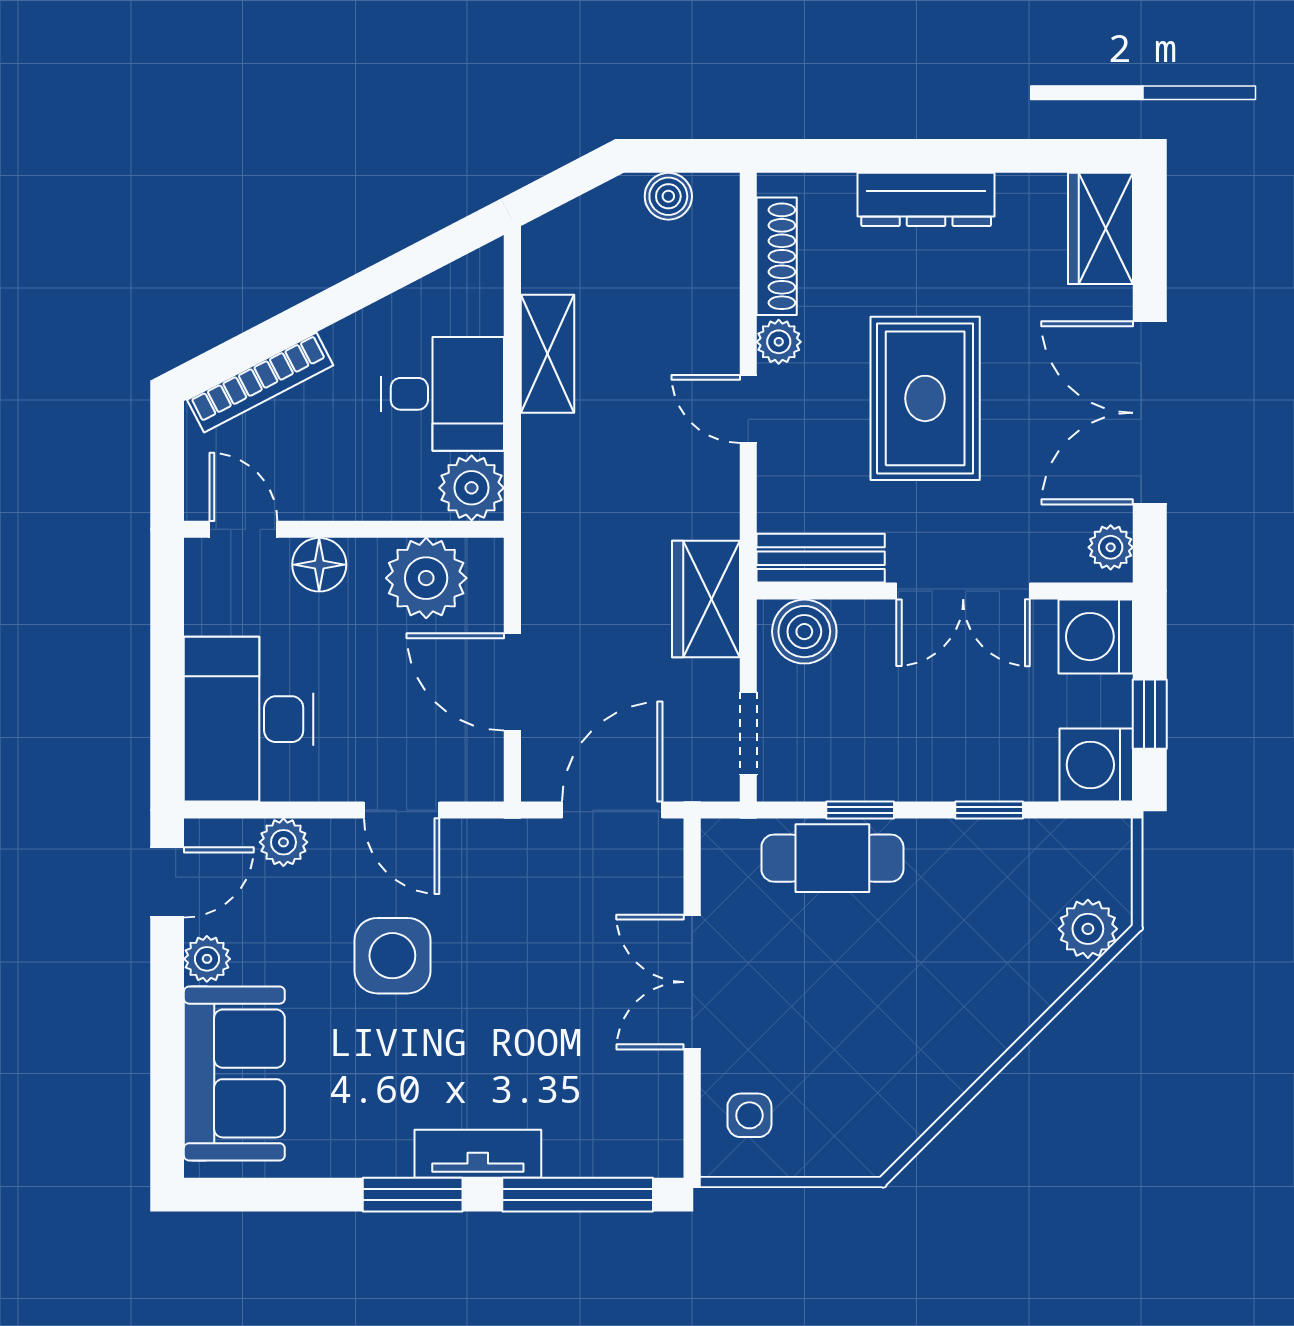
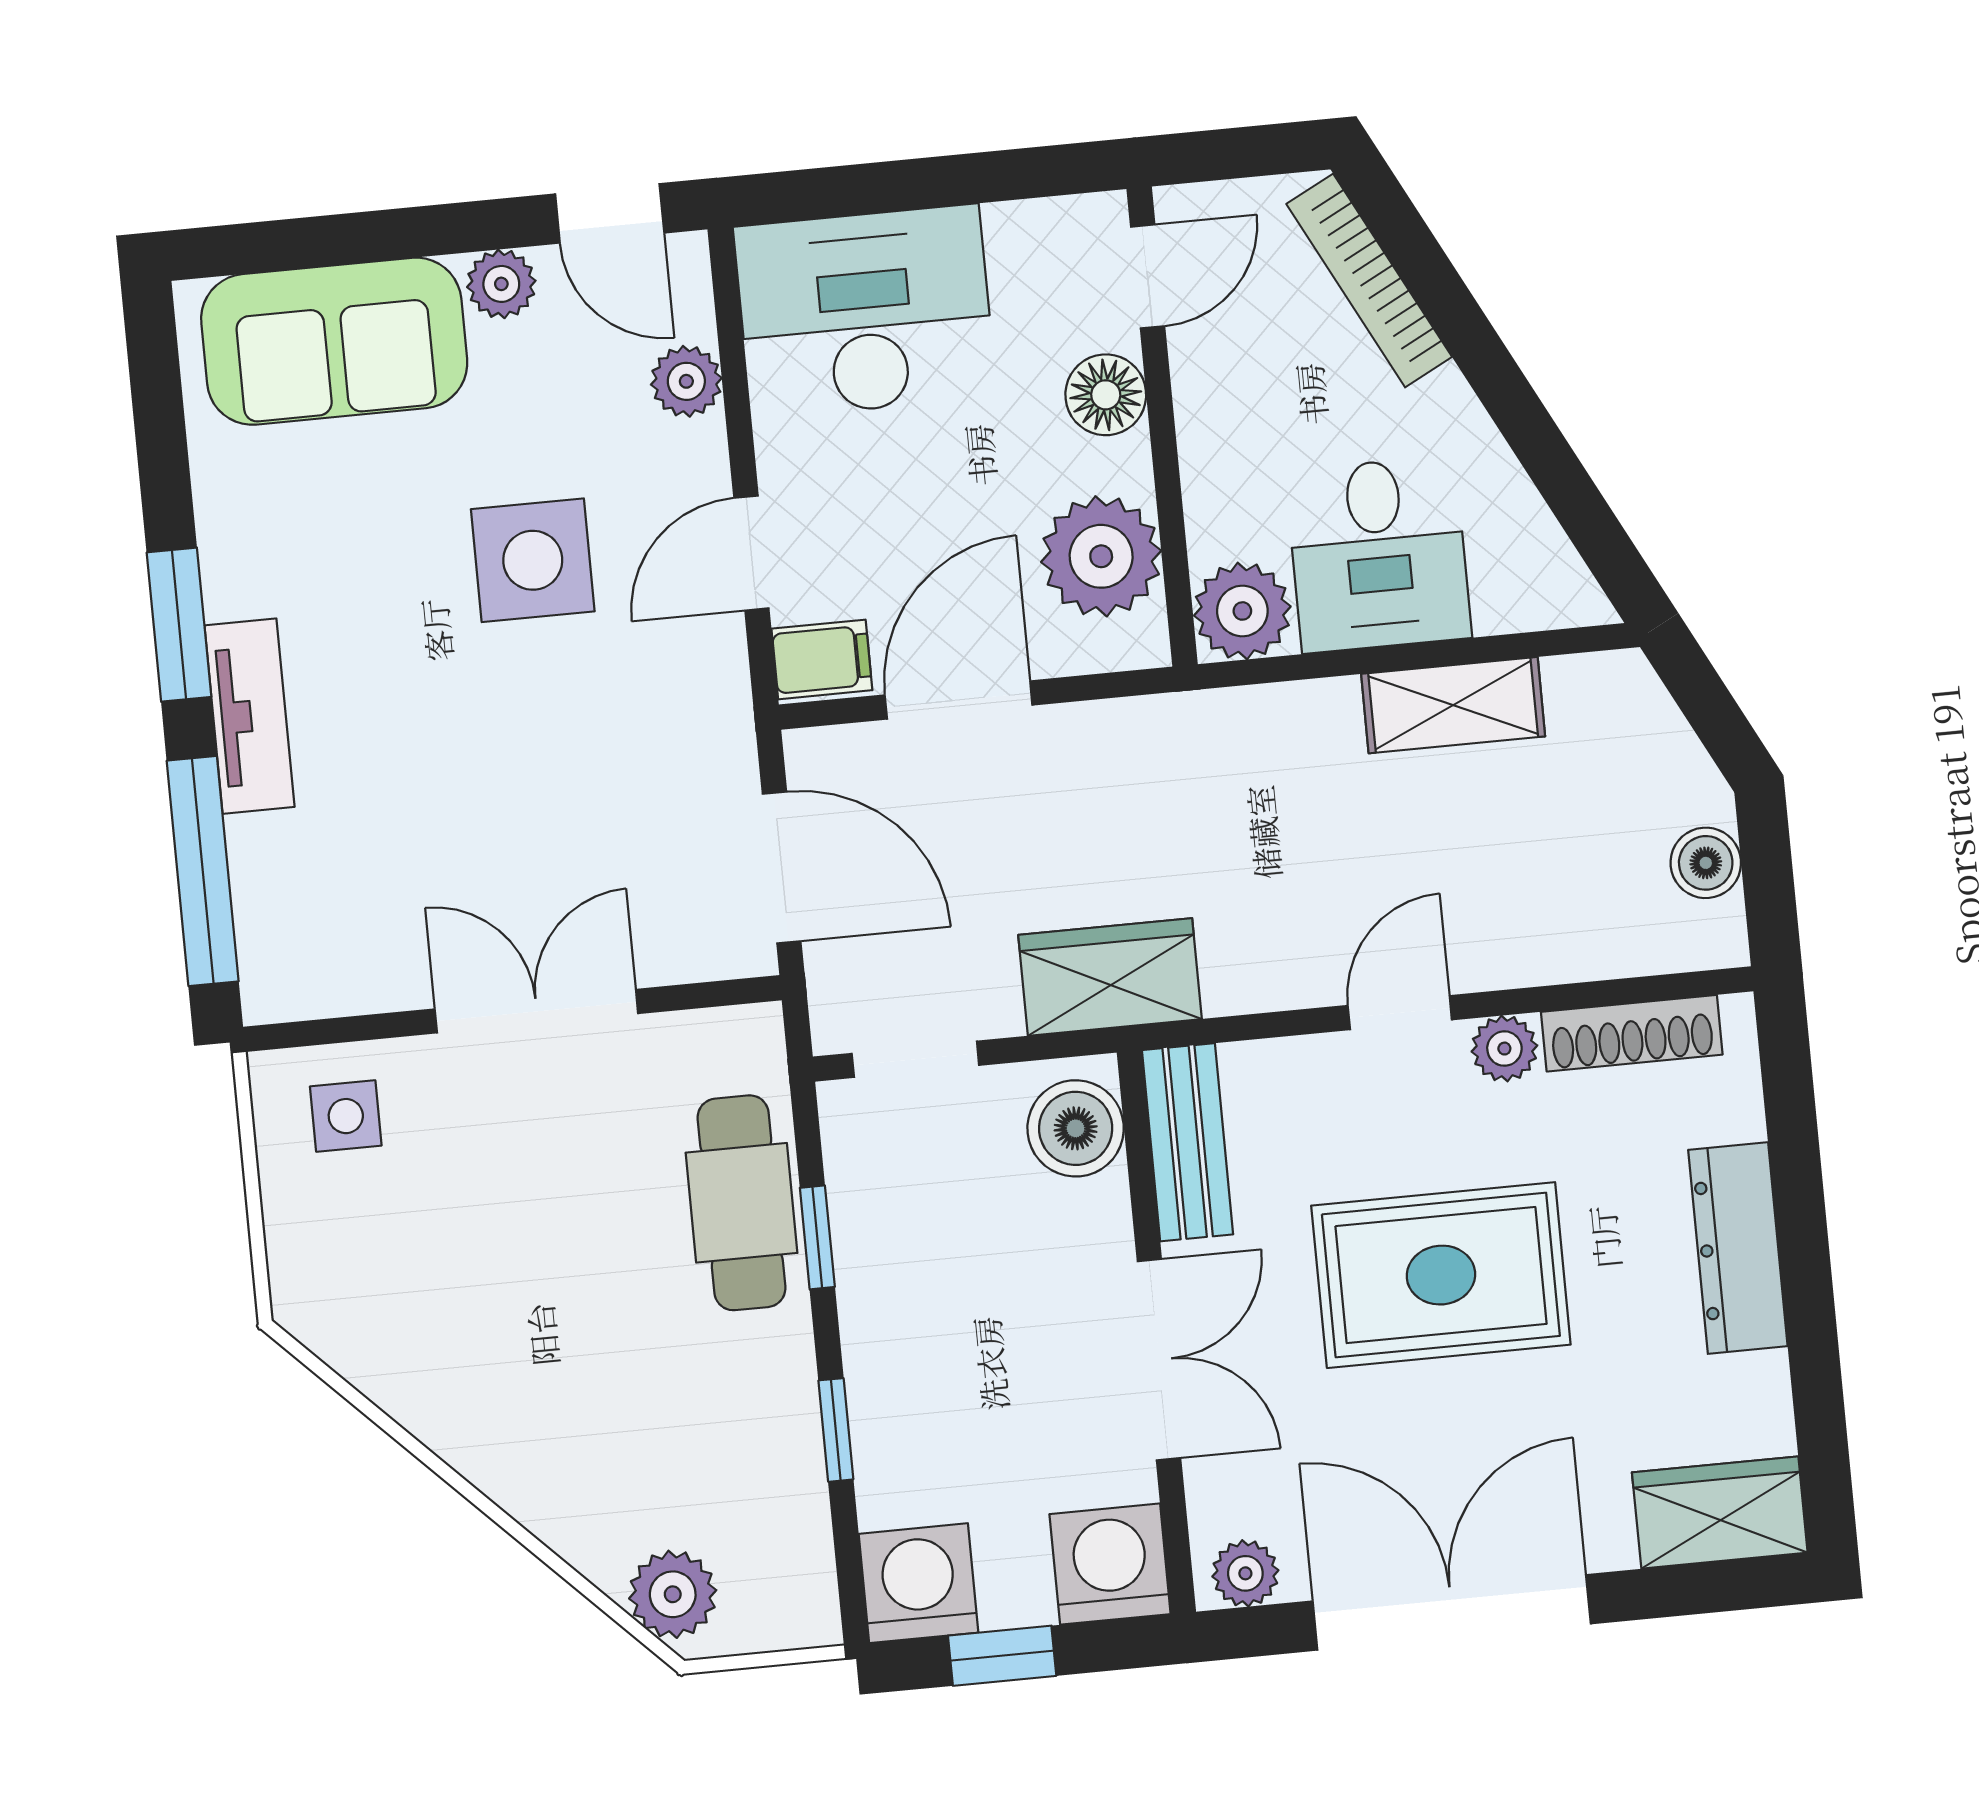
double door: (963, 591) -> (1159, 1360), swing flipped
filing cabinet: (477, 770) -> (822, 659), added

